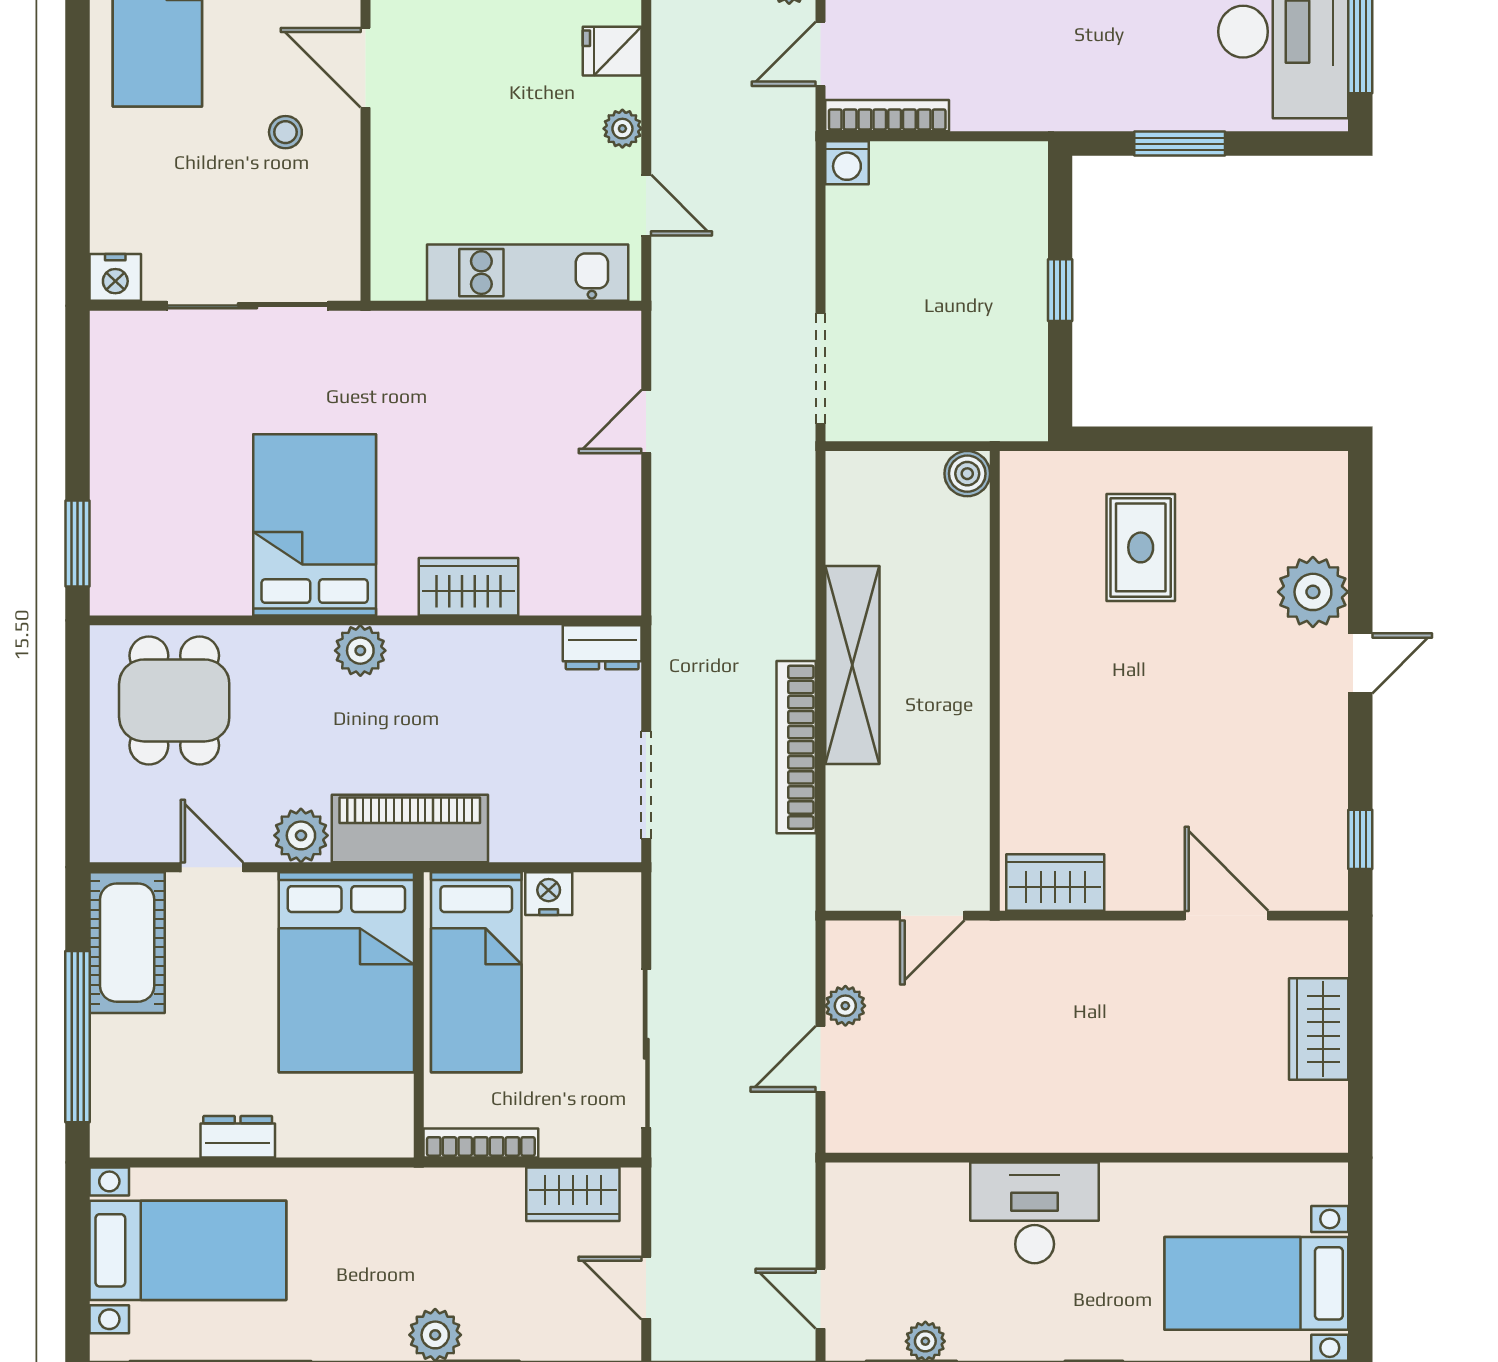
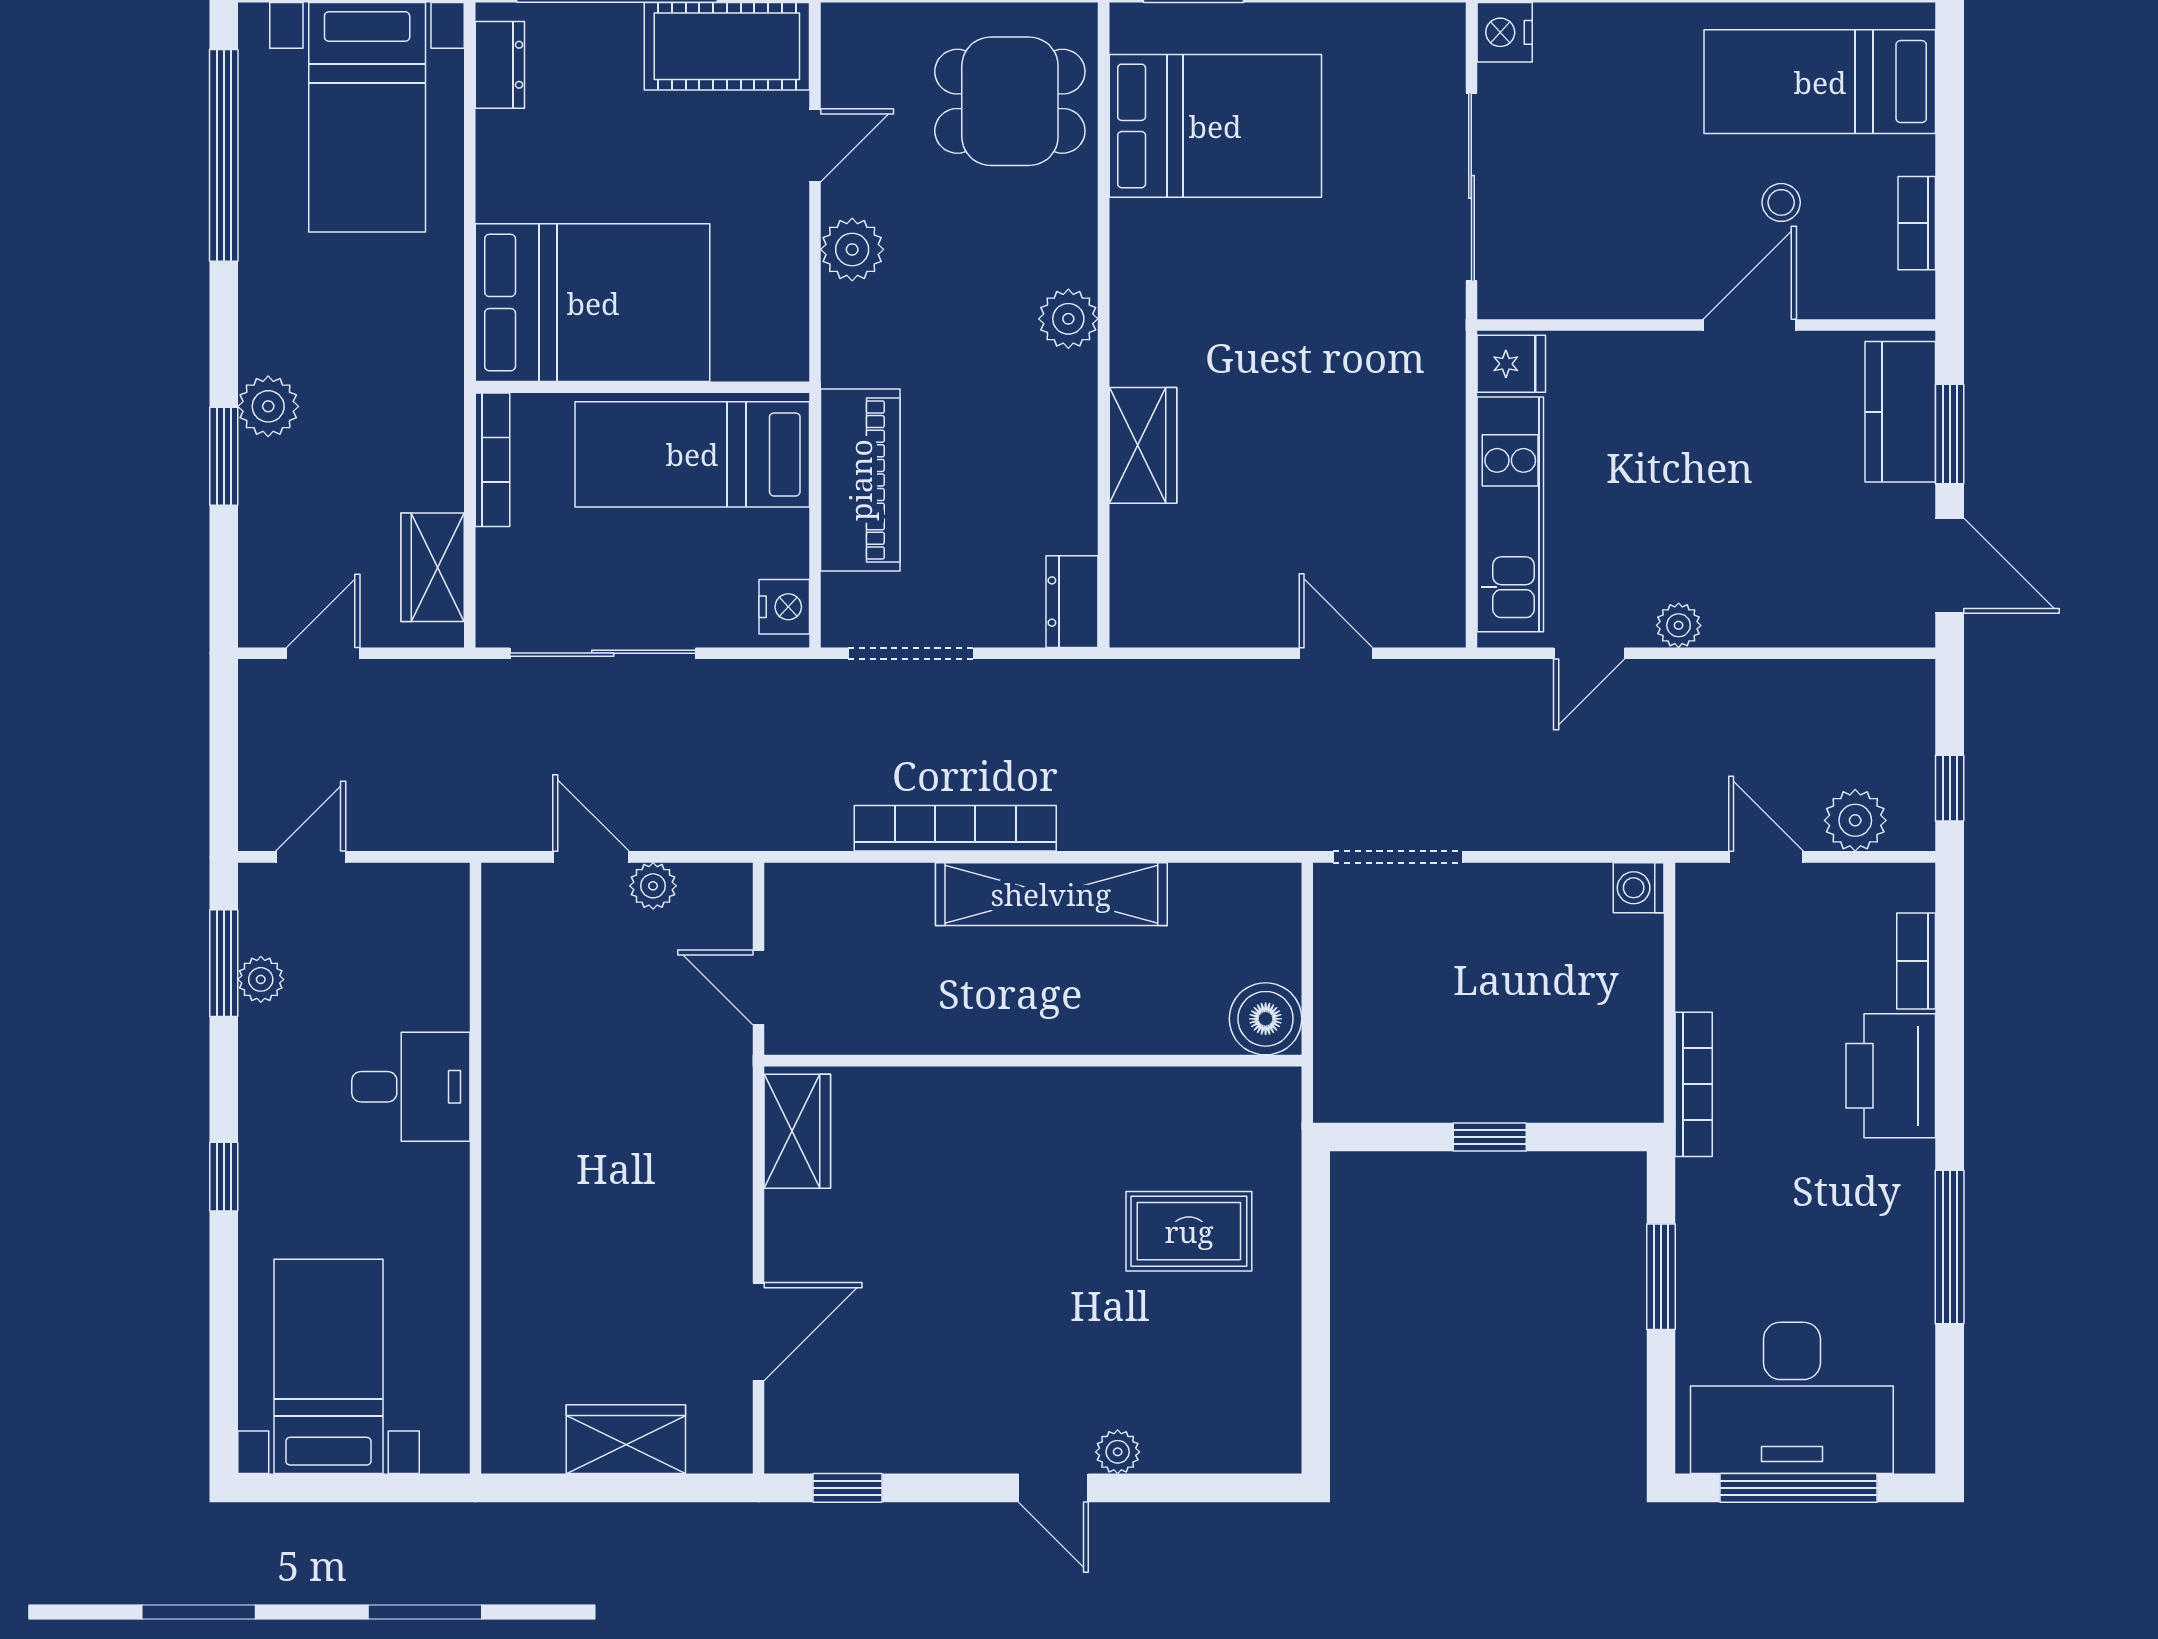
fridge: (612, 51) -> (1511, 364), moved, turned 90
bookcase: (887, 116) -> (1694, 1084), moved
stool: (285, 132) -> (1781, 202), moved
boiler: (967, 474) -> (1266, 1019), width x1.36, depth x1.36
bed: (315, 525) -> (1215, 126), moved
plant: (1313, 592) -> (1118, 1452), width x0.53, depth x0.53
piano: (410, 828) -> (860, 480), moved
nightstand: (549, 894) -> (784, 607), moved
bed: (346, 972) -> (593, 303), moved, turned 180
dresser: (238, 1137) -> (500, 65), moved
desk: (1035, 1213) -> (411, 1087), width x0.73

